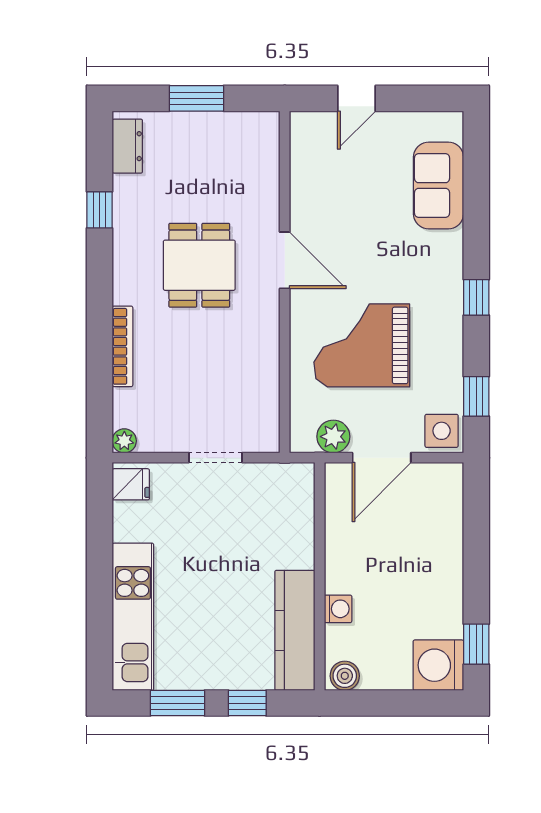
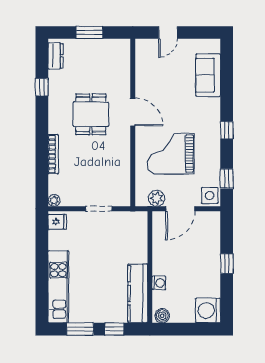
window: (476, 644) -> (227, 264), moved

